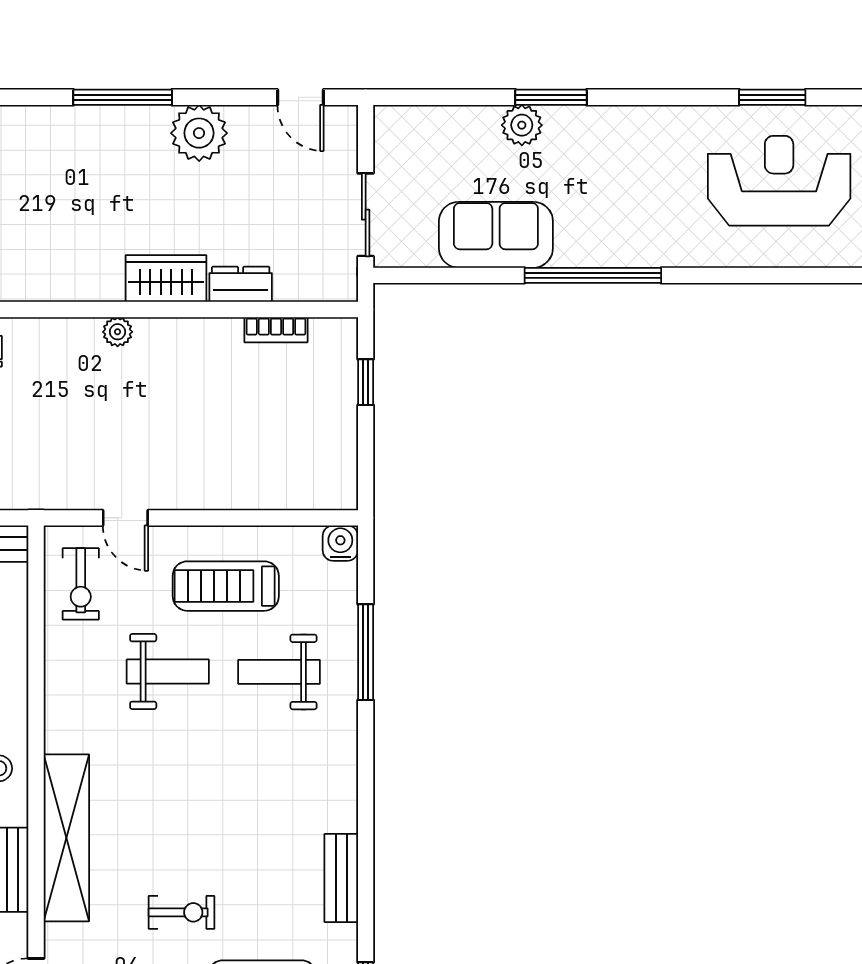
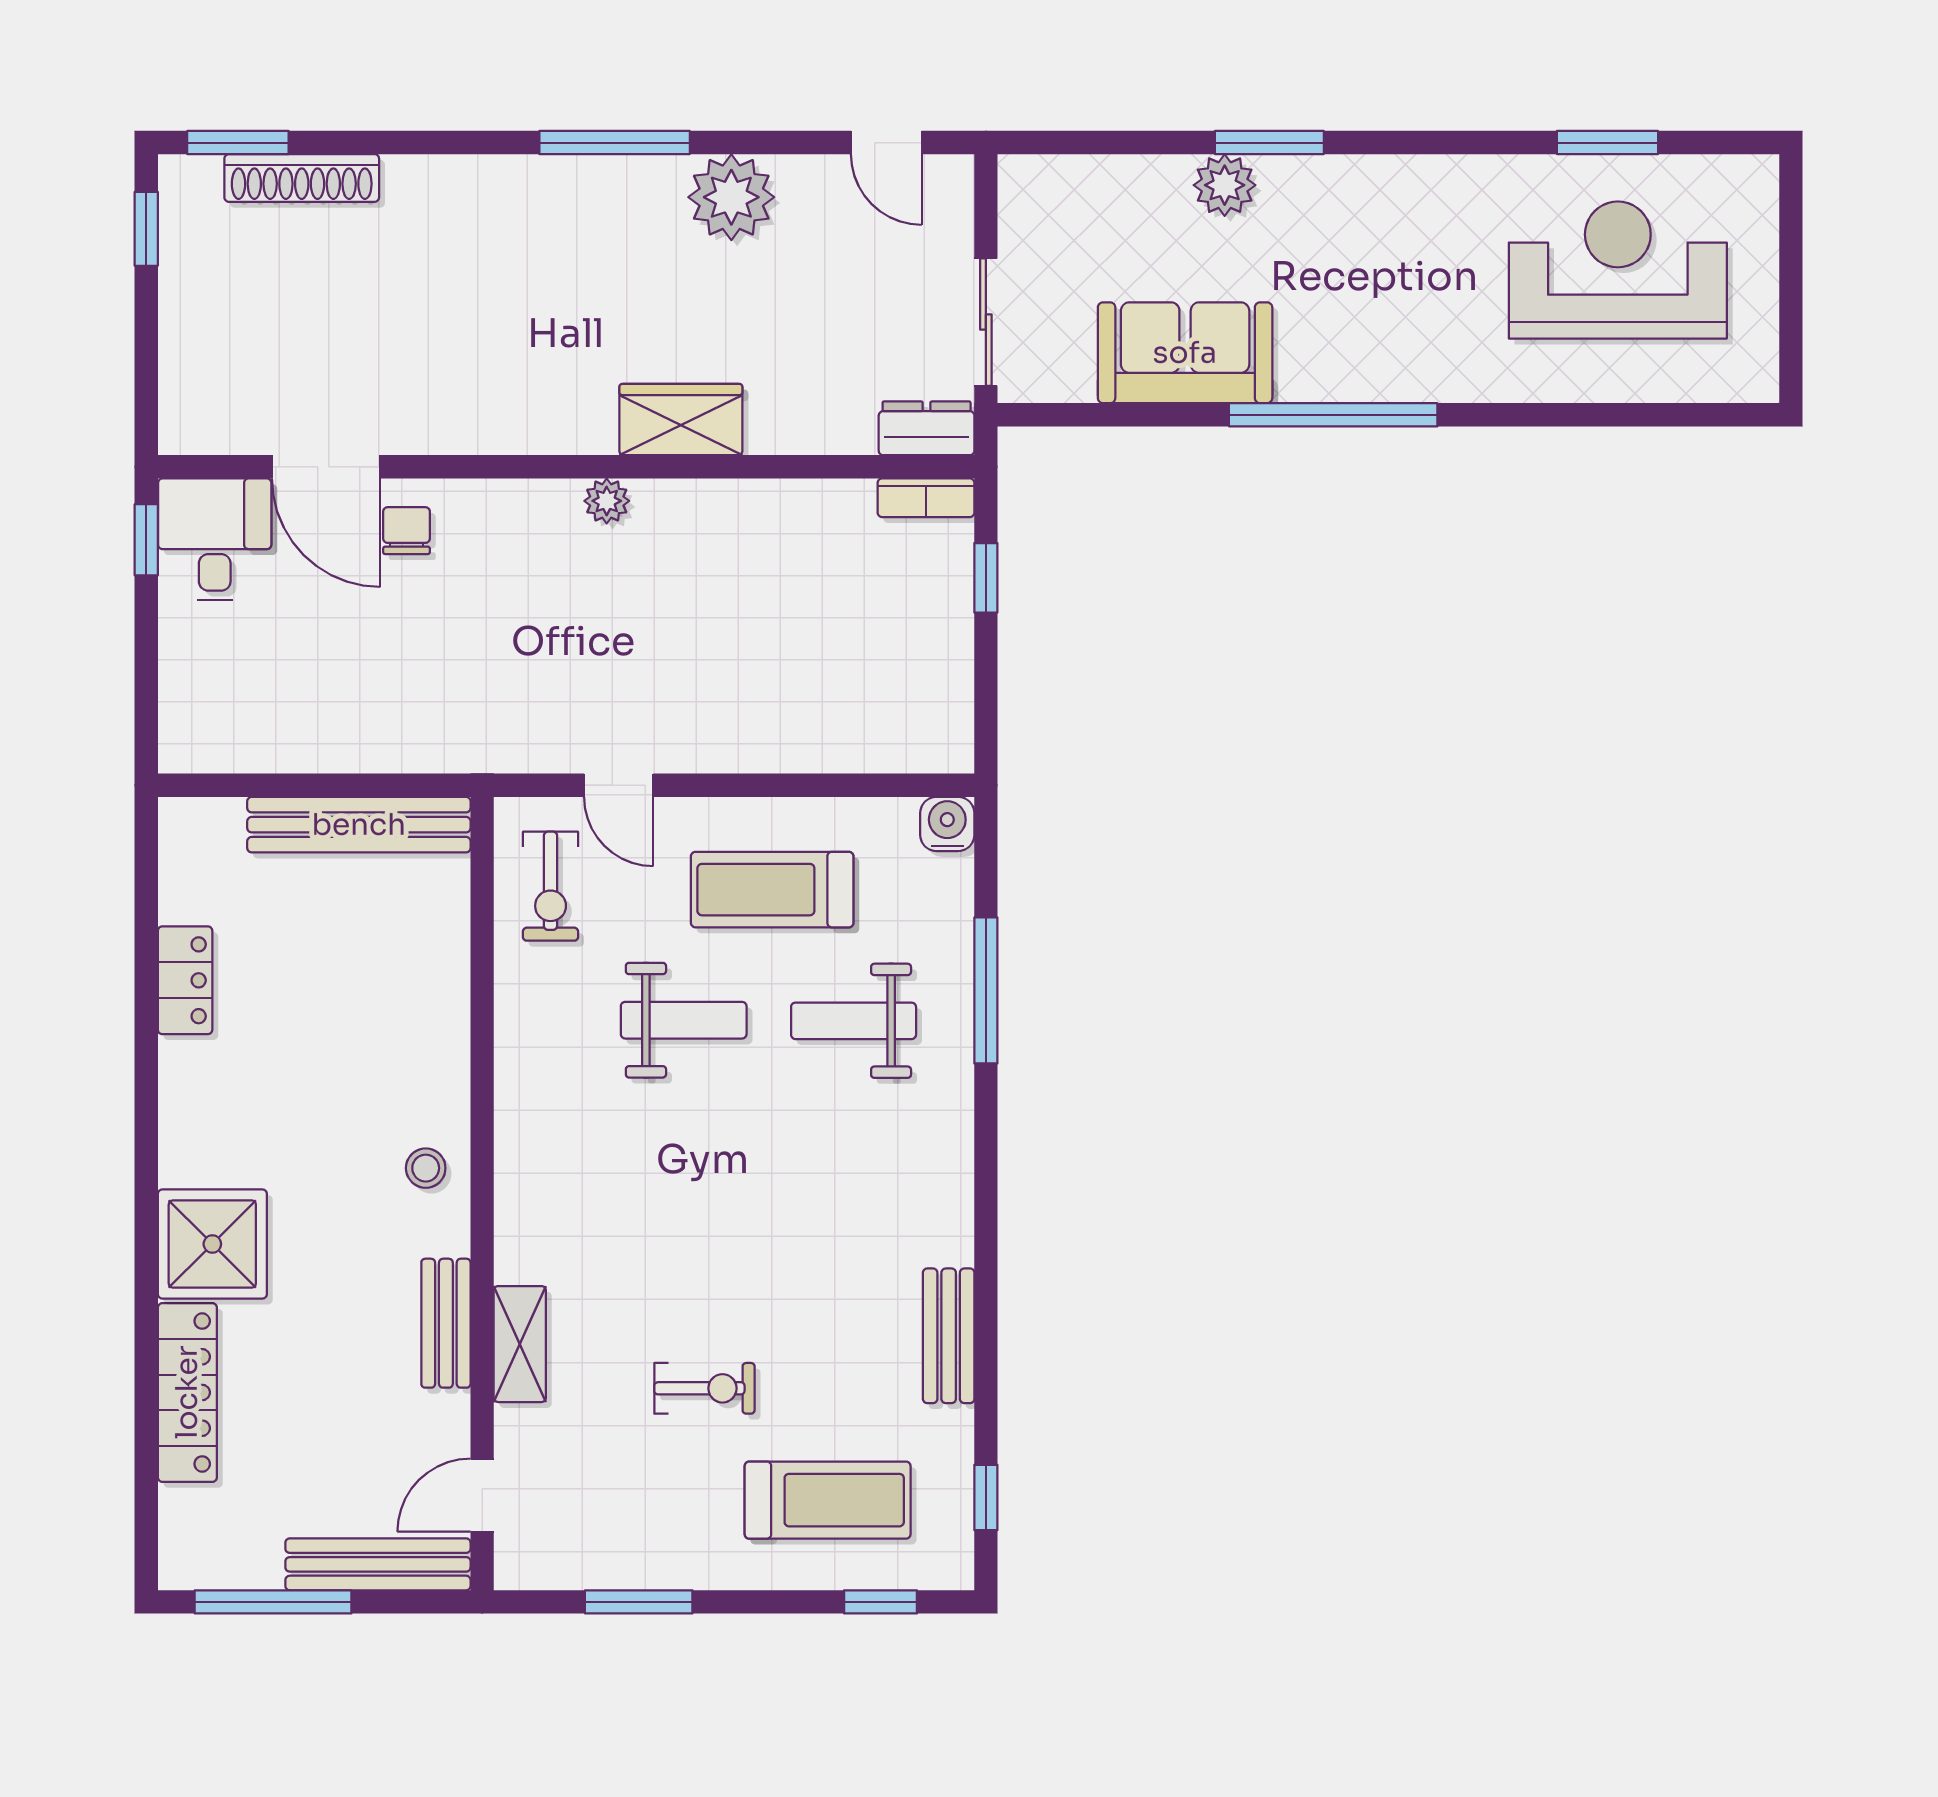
dresser: (241, 284) -> (927, 428), moved
bookcase: (276, 330) -> (926, 498), moved
shelving: (66, 838) -> (520, 1344), width x0.45, depth x0.75

